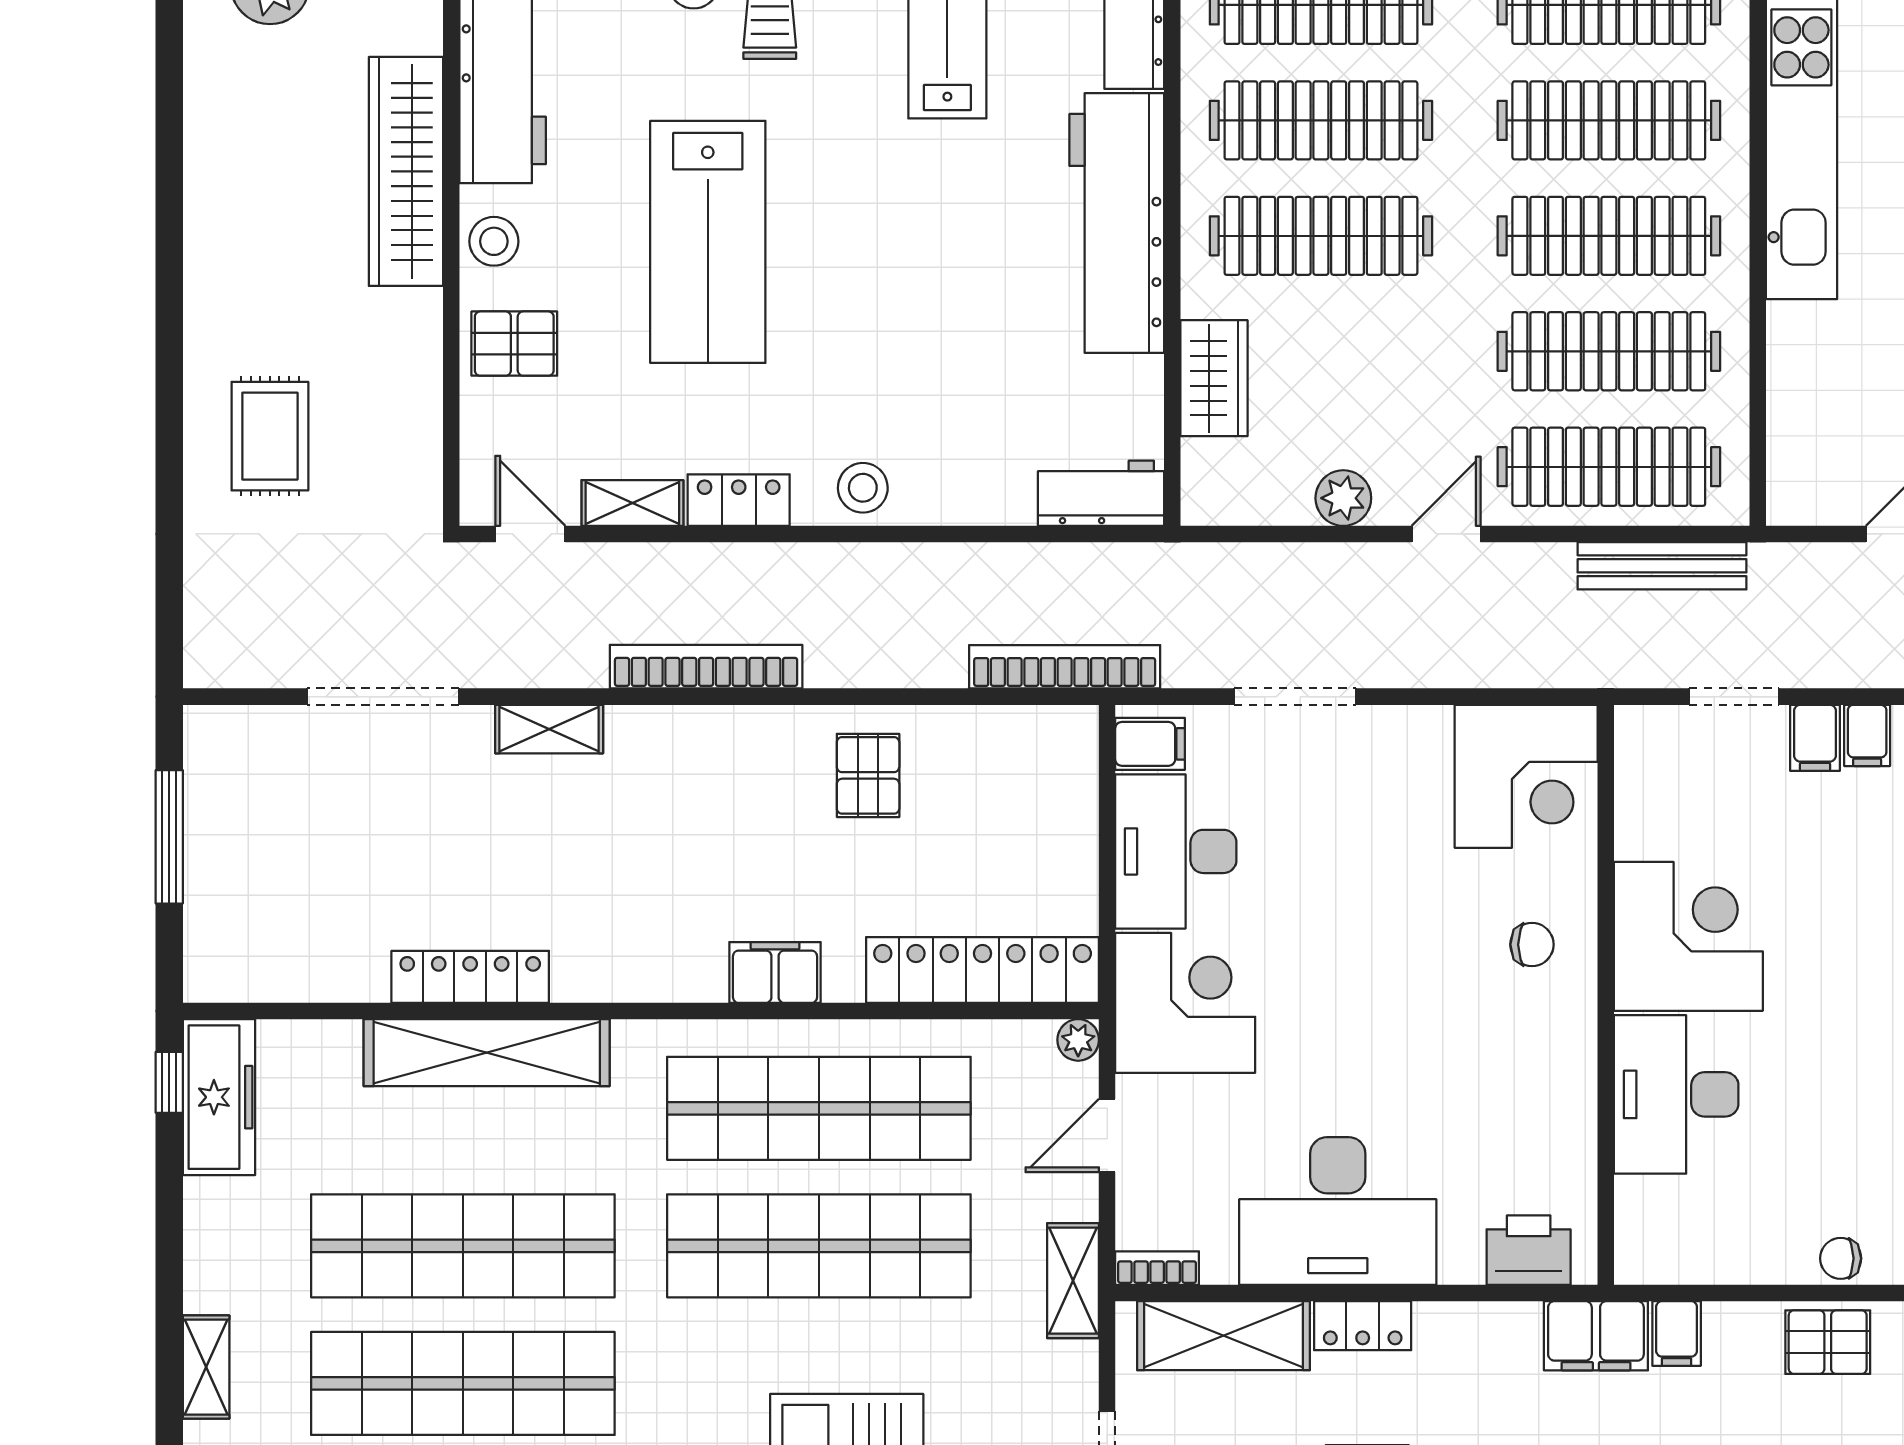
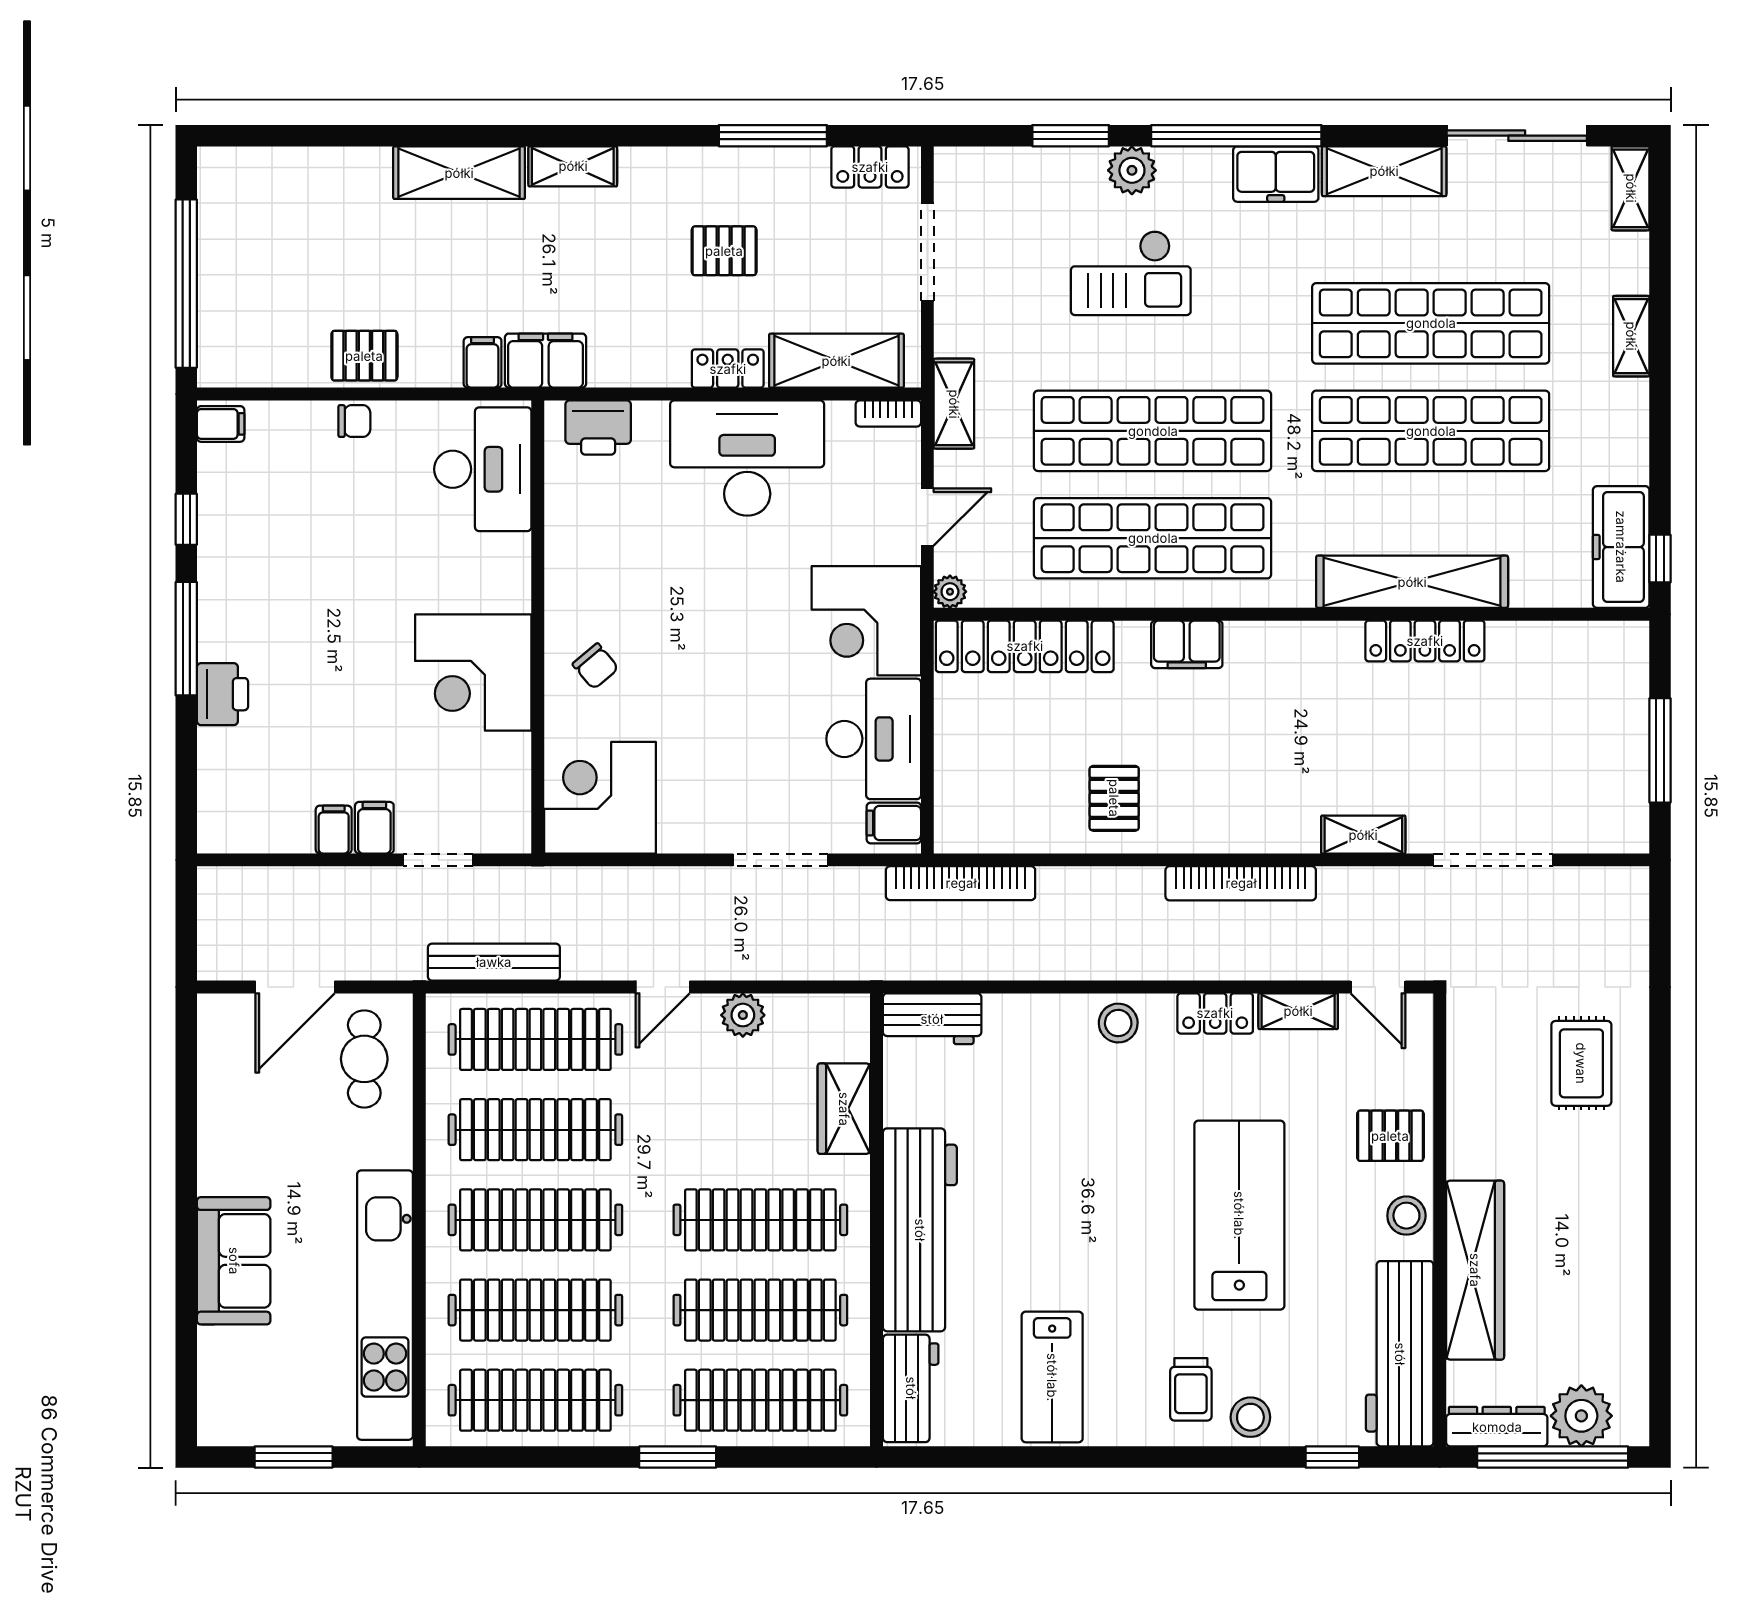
cafe table: (1828, 442) -> (364, 1059), added
chair: (1532, 945) -> (596, 666), turned -130
desk: (1676, 1094) -> (483, 469), moved

